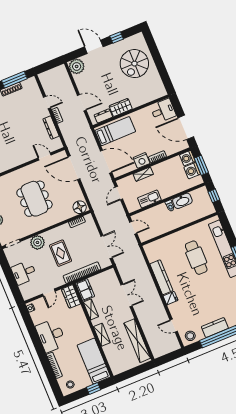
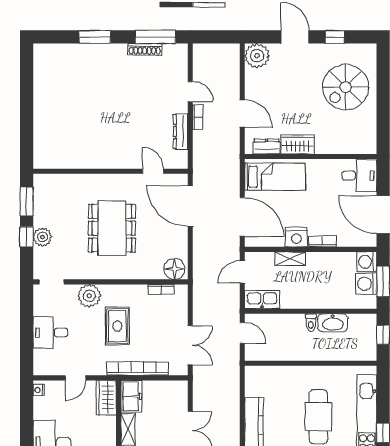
kitchen sink: (149, 199) -> (262, 300), moved

